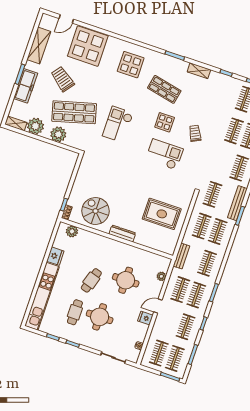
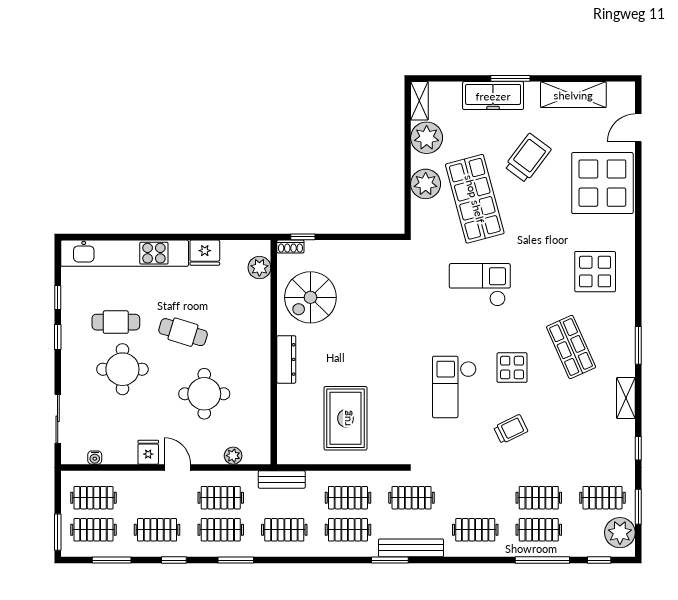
door: (66, 19) -> (638, 128), hinge flipped
shop shelf: (164, 89) -> (571, 347), turned -36
checkout: (164, 154) -> (454, 387), turned 180
spiral stairs: (95, 211) -> (310, 297), turned 180

